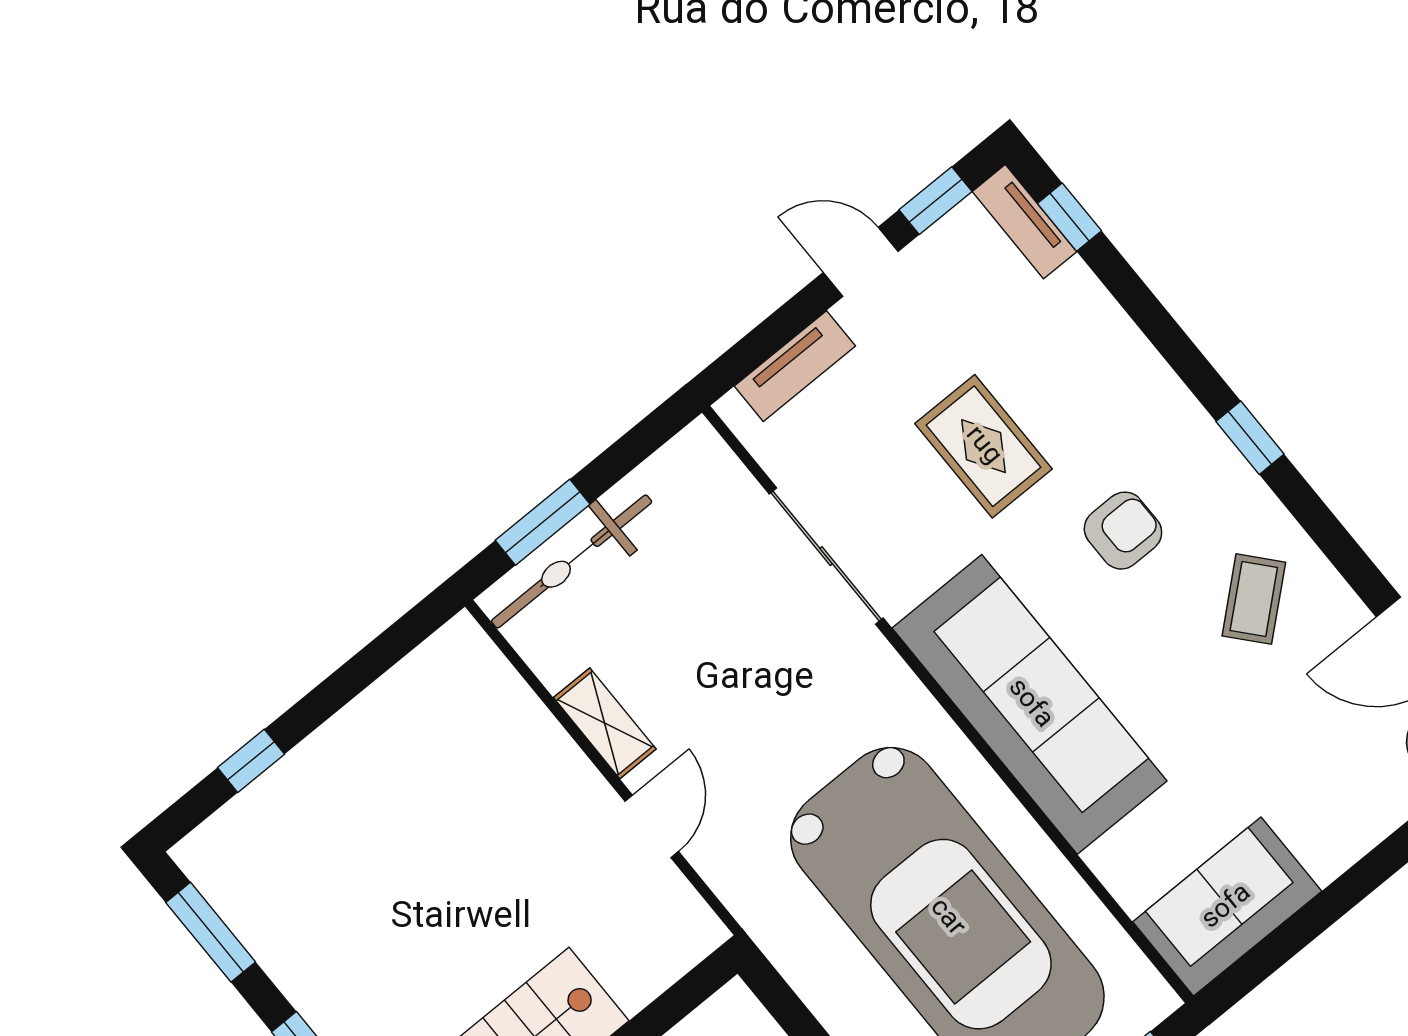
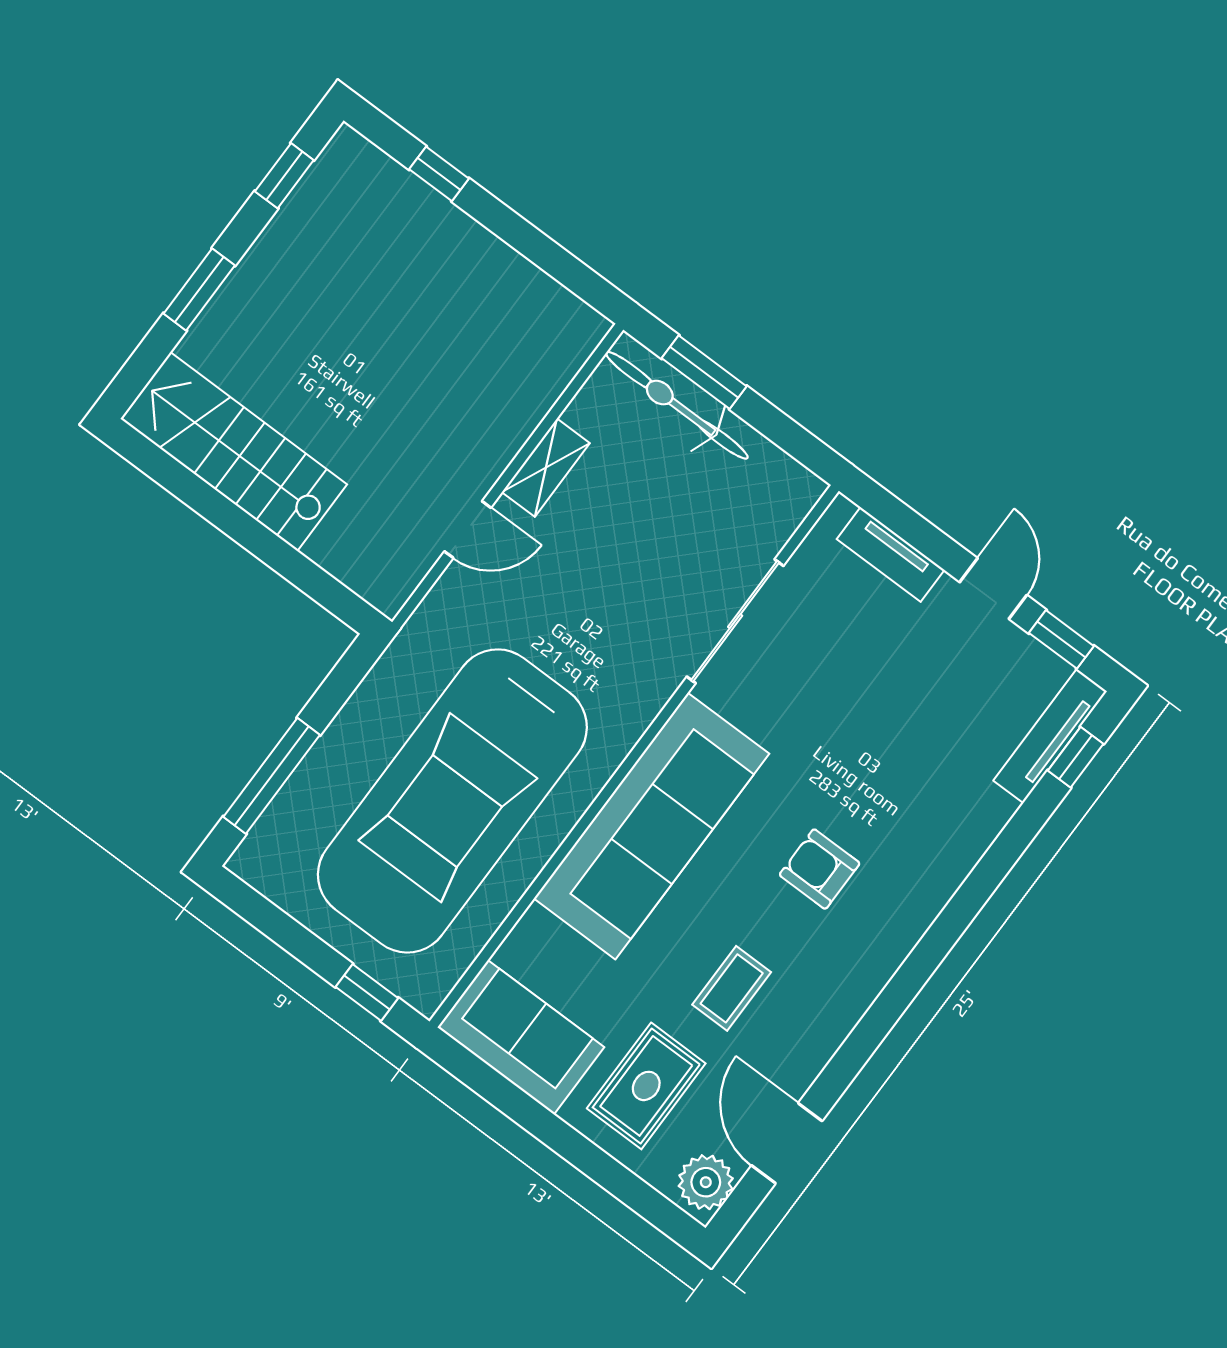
tv unit: (1024, 222) -> (1050, 736), width x1.41
window: (1250, 438) -> (926, 958), removed
rug: (983, 446) -> (646, 1086), moved
armchair: (1123, 531) -> (820, 869), turned 180
coffee table: (1254, 599) -> (732, 988), moved, turned -49
window: (211, 932) -> (284, 176), width x0.67

